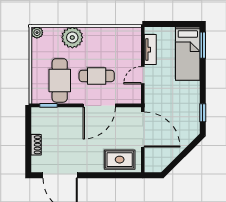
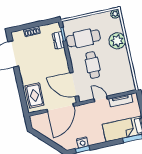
door: (99, 105) -> (74, 84), moved
nightstand: (194, 111) -> (82, 142), added
dresser: (55, 113) -> (58, 40), added

